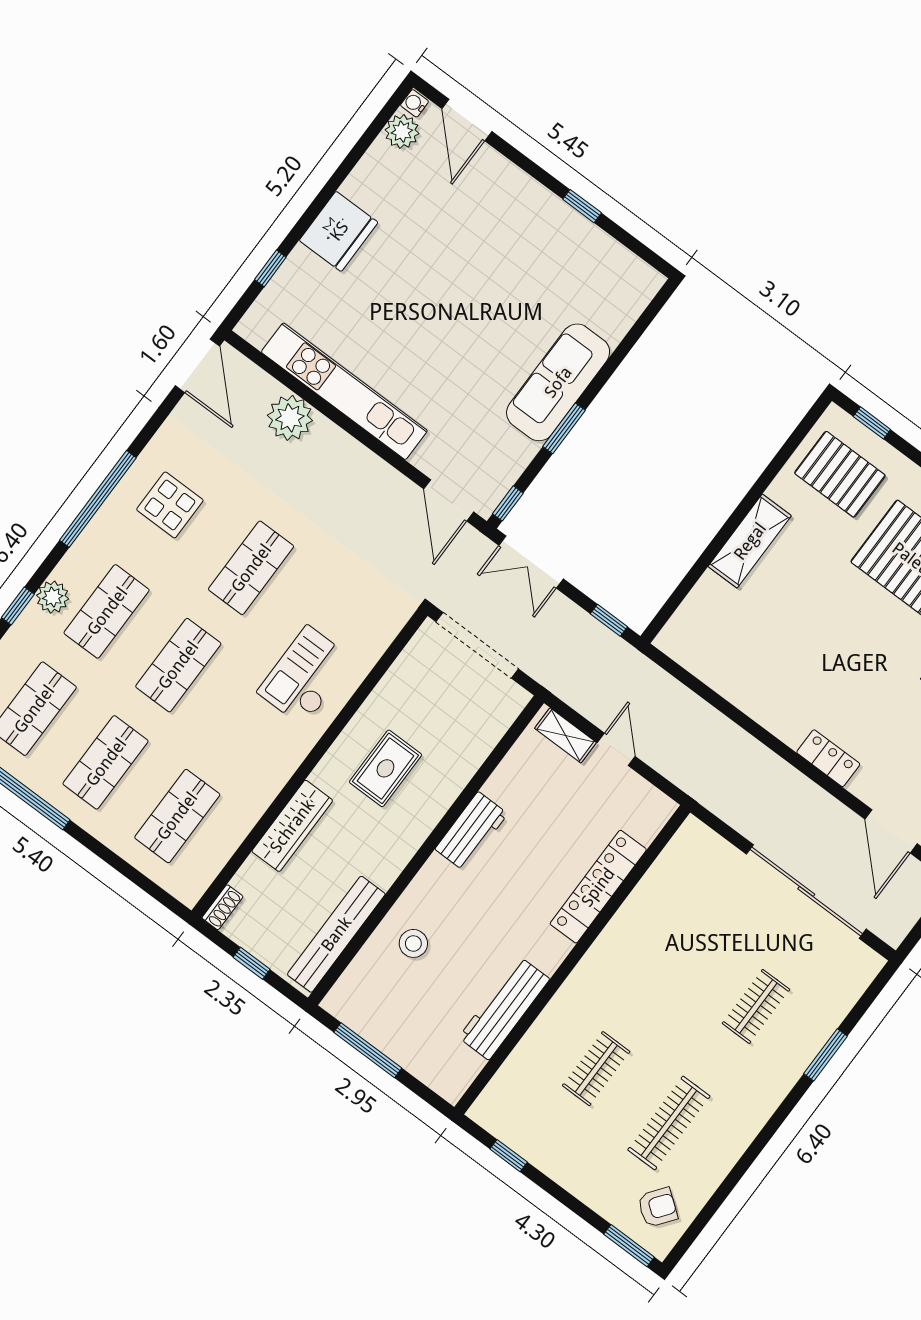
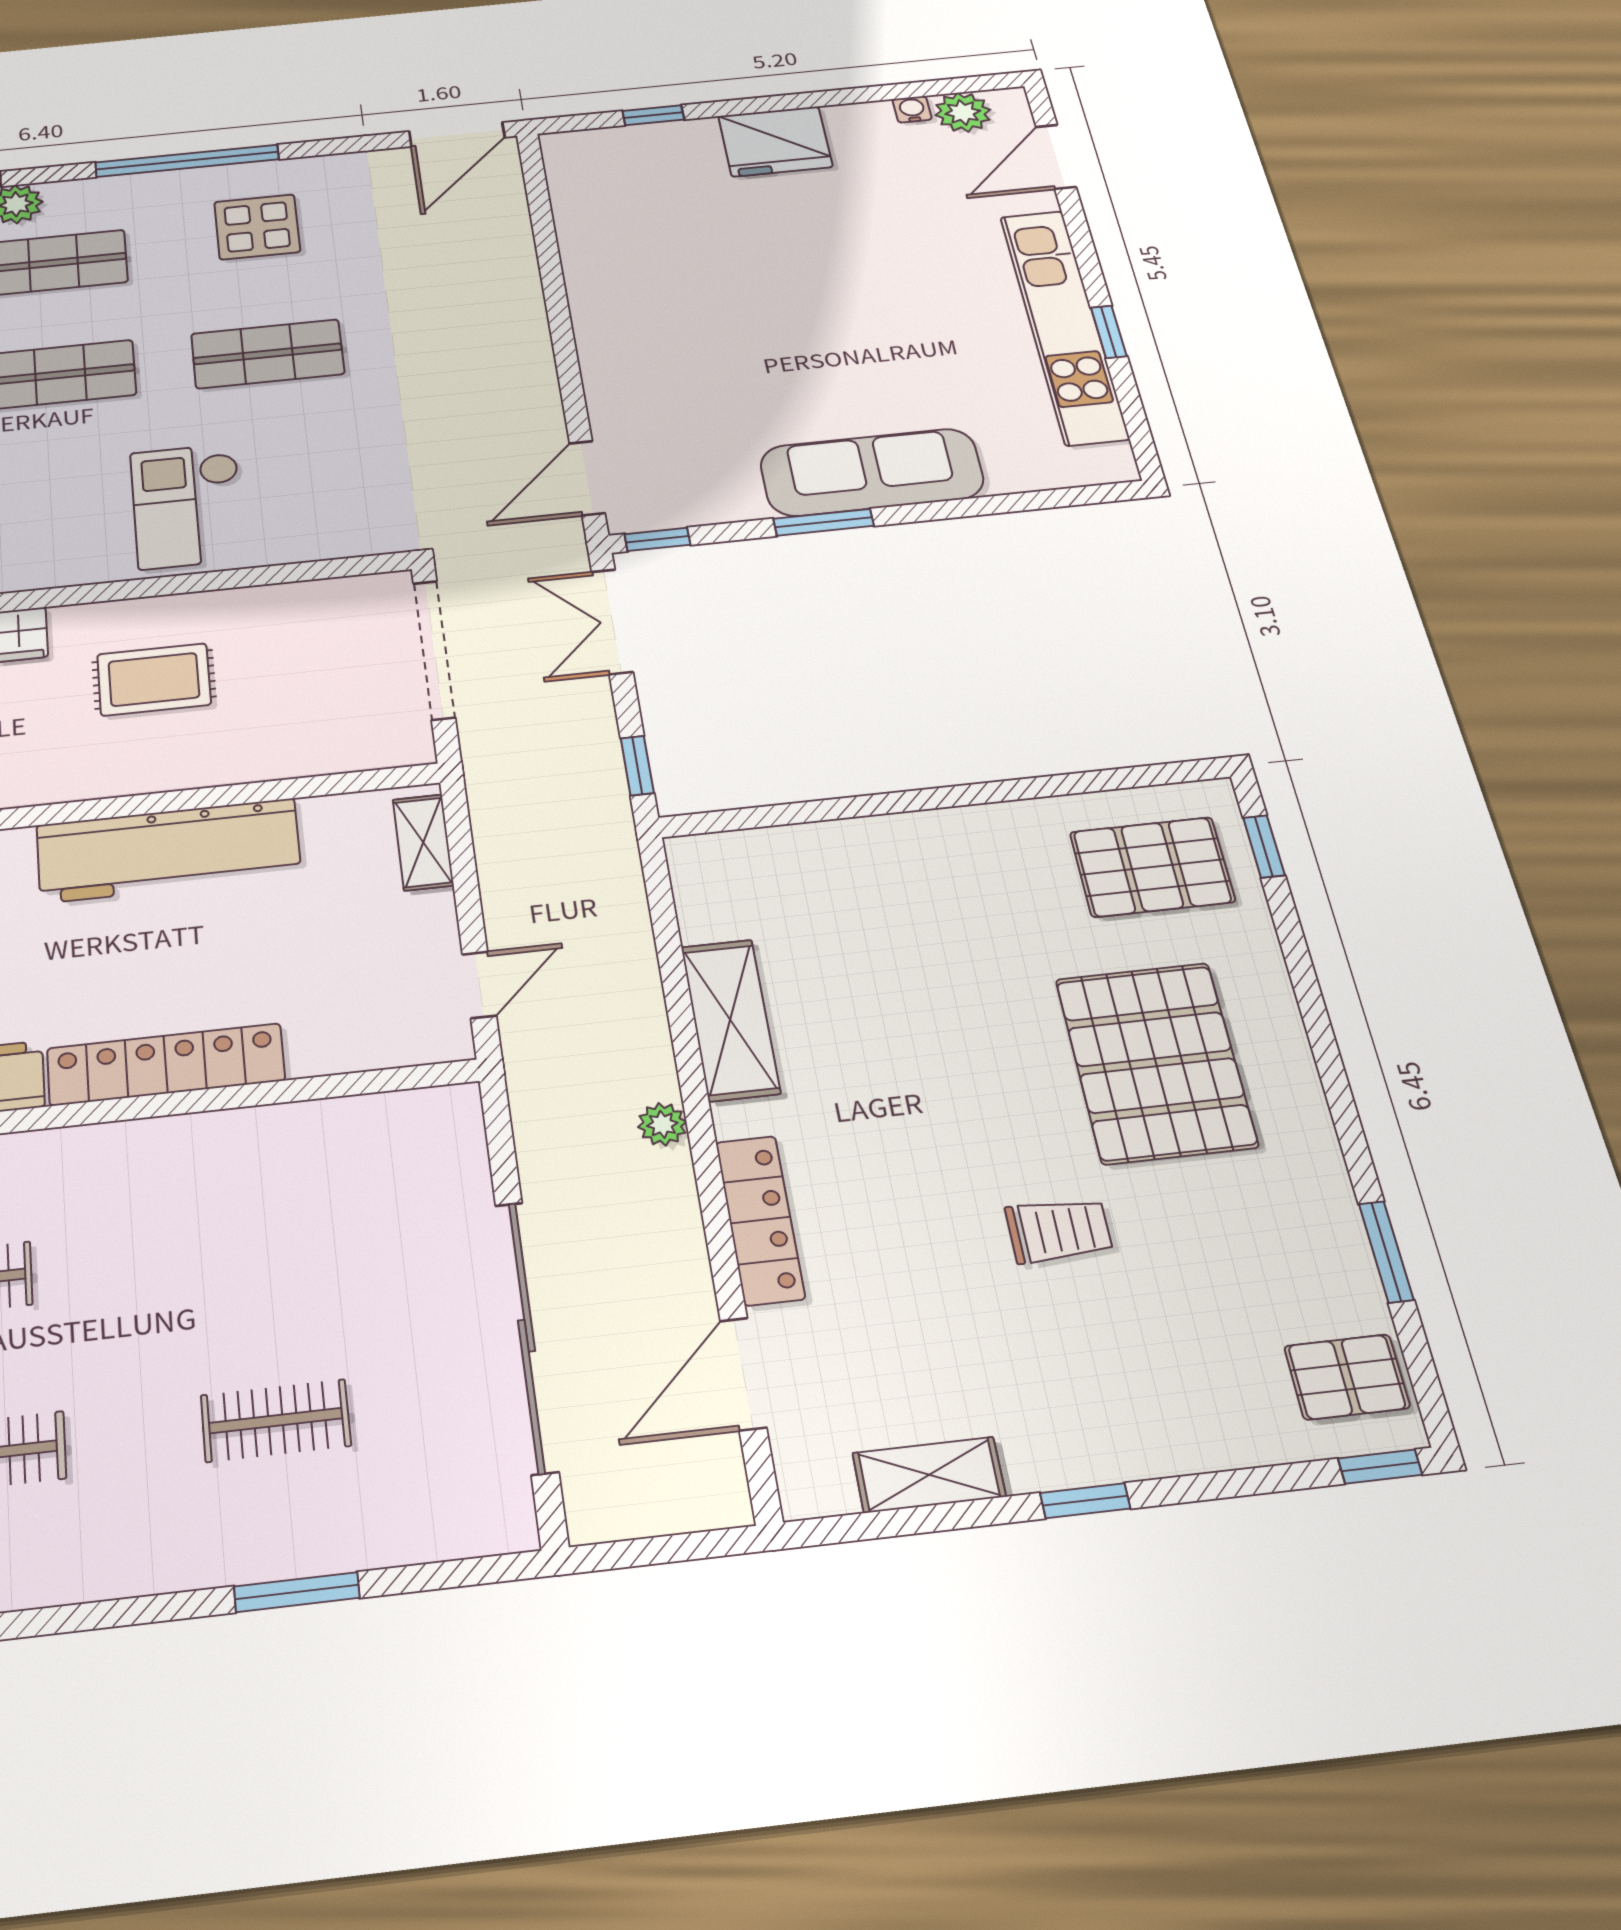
water cooler: (415, 103) -> (912, 109), moved
kitchen unit: (344, 391) -> (1064, 326), moved, turned 180
plant: (290, 418) -> (662, 1124), moved, width x0.53, depth x0.53
pallet: (840, 474) -> (1152, 867), turned 90
shelving: (750, 541) -> (730, 1020), moved, turned 90
checkout: (305, 676) -> (187, 506), turned -90
door: (616, 749) -> (479, 985), moved
locker: (828, 758) -> (760, 1220), width x1.53
workbench: (471, 831) -> (168, 851), width x1.88, depth x1.32
locker: (598, 887) -> (166, 1064), moved

